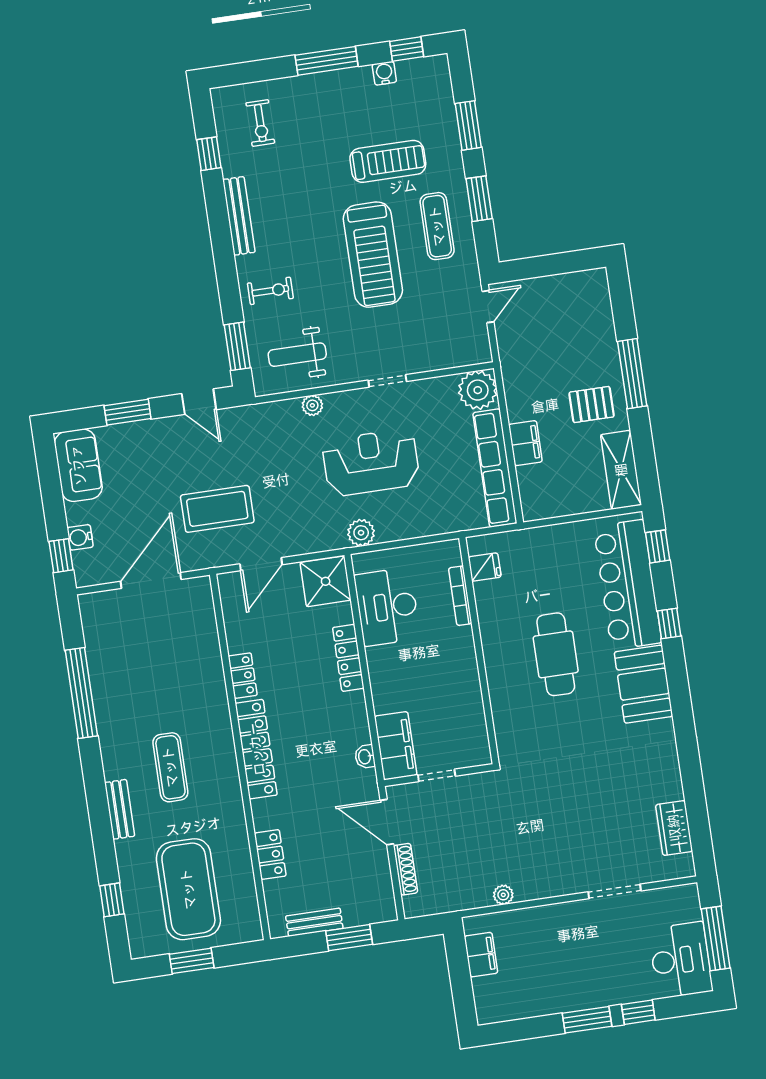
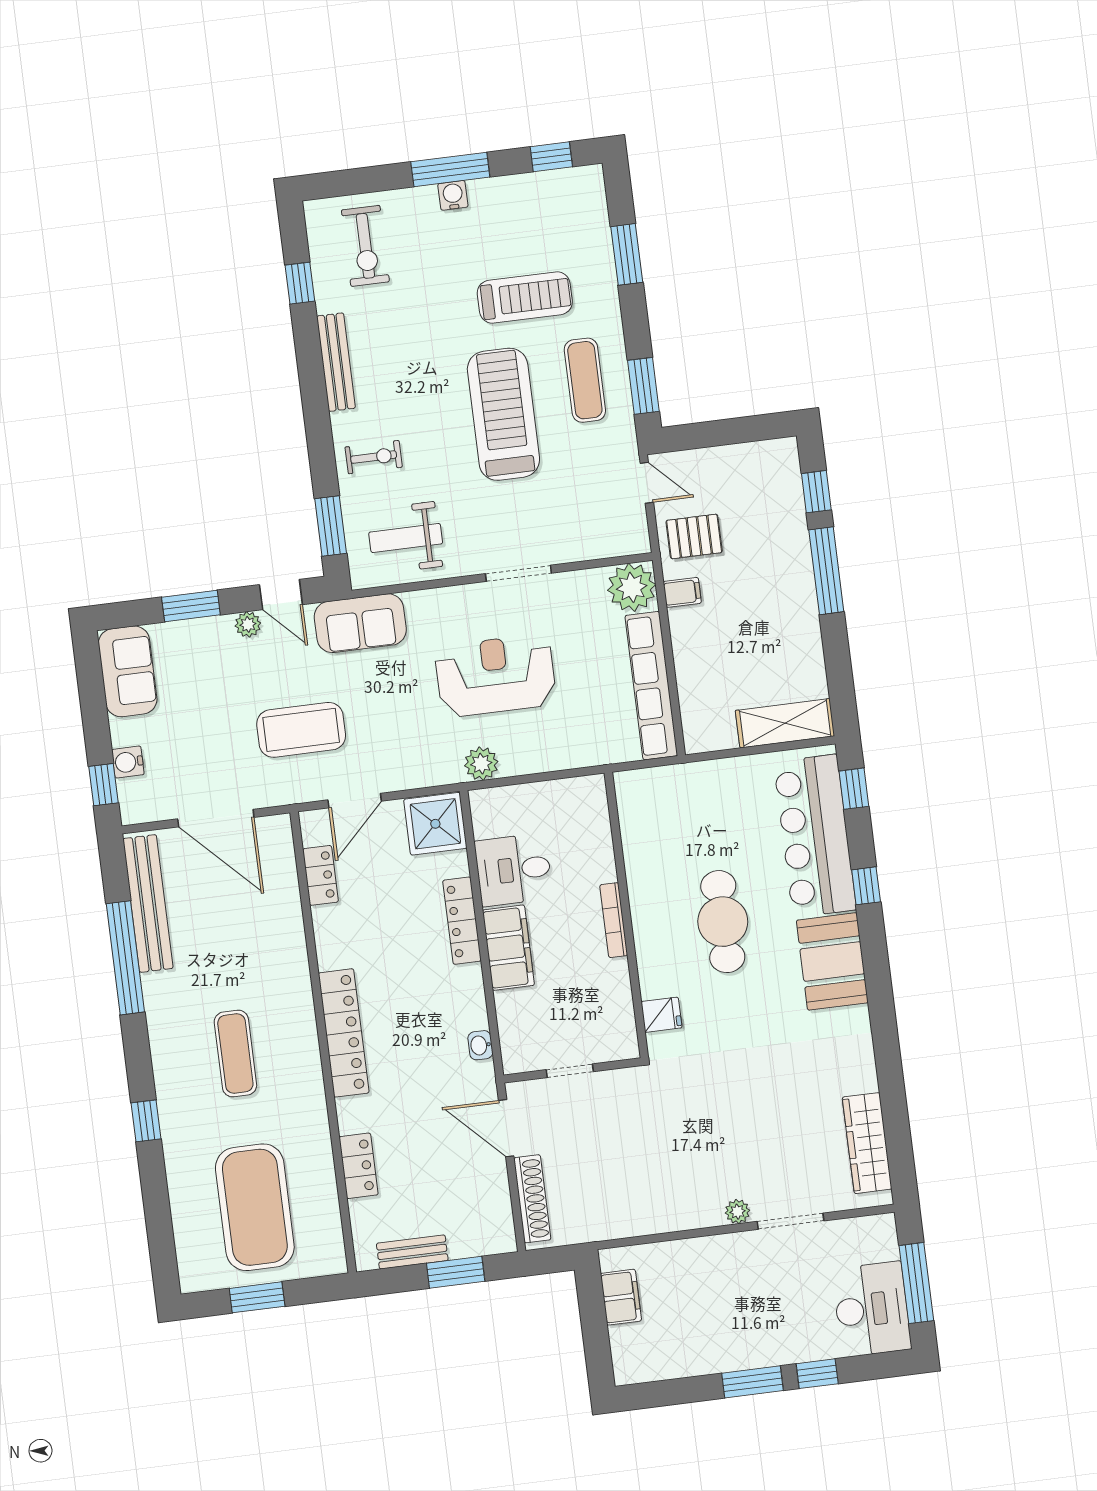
water cooler: (384, 73) -> (453, 195), moved
exercise bike: (260, 123) -> (365, 246), width x1.38, depth x1.39
window: (479, 199) -> (643, 386), moved
treadmill: (373, 255) -> (503, 414), turned 180
door: (488, 307) -> (647, 483), hinge flipped
window: (623, 311) -> (816, 492), added
doorway: (387, 381) -> (518, 573), width x1.38
plant: (312, 405) -> (248, 624), moved
pallet: (592, 405) -> (694, 536), moved
sofa: (262, 423) -> (360, 623), added
filing cabinet: (525, 443) -> (682, 592), moved, width x0.50
shelving: (621, 470) -> (785, 723), moved, turned 90
fridge: (485, 567) -> (662, 1015), moved
door: (151, 580) -> (216, 818), swing flipped
bookcase: (460, 596) -> (614, 920), moved
desk: (387, 607) -> (514, 870), width x0.73
locker: (243, 676) -> (320, 875), moved
filing cabinet: (396, 746) -> (508, 948), moved
bench: (120, 809) -> (148, 903), moved, width x1.86, depth x1.21
wardrobe: (674, 828) -> (867, 1143), width x1.50
shoe rack: (406, 869) -> (532, 1199), width x1.36, depth x1.24
plant: (503, 895) -> (737, 1212), moved
window: (112, 900) -> (146, 1121), moved

